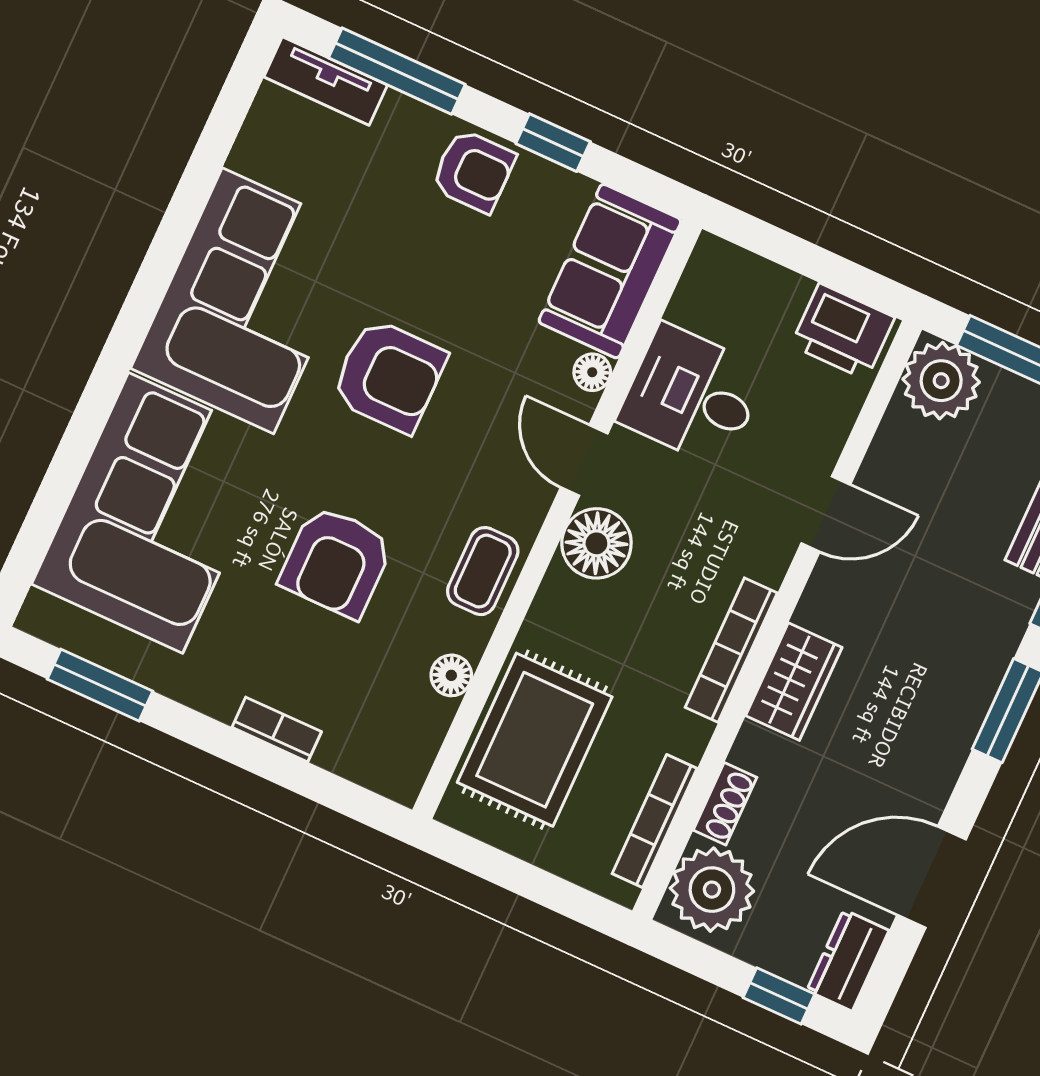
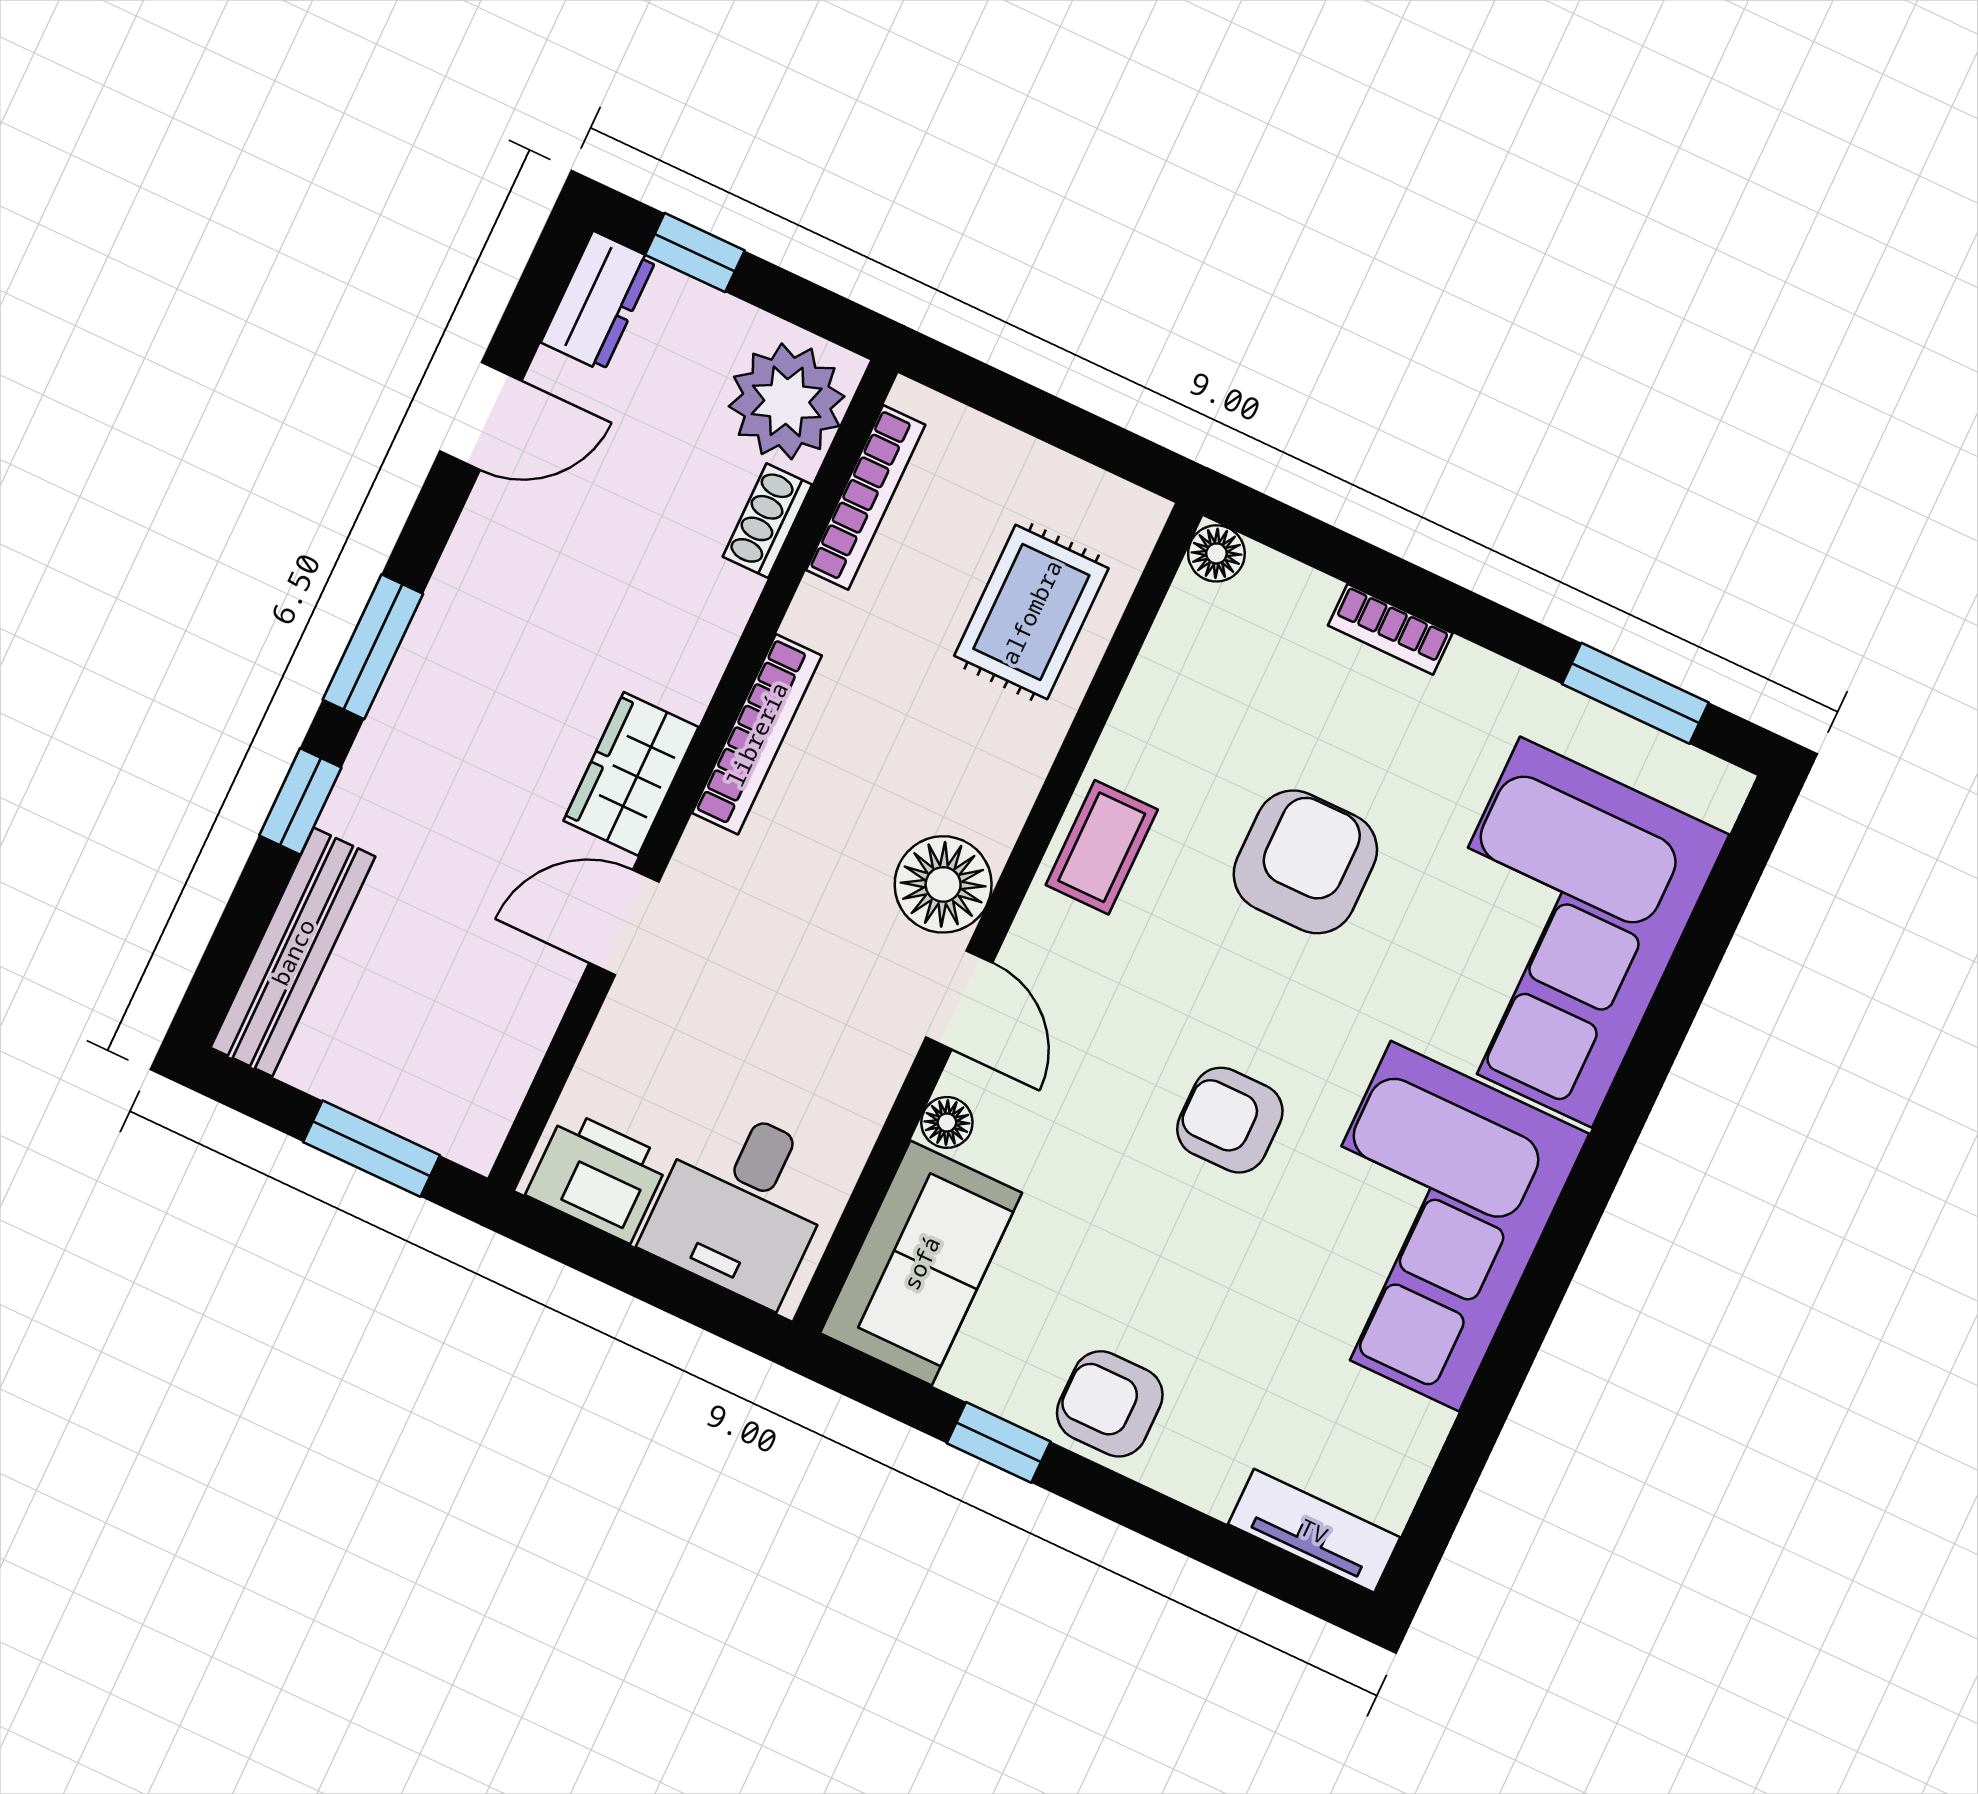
window: (397, 71) -> (1215, 1544), removed
armchair: (389, 376) -> (1230, 1120), width x0.72, depth x0.72
plant: (941, 381) -> (462, 1107), removed
desk: (692, 395) -> (741, 1204), moved, turned 90
floor lamp: (451, 675) -> (1216, 553), moved
wardrobe: (794, 682) -> (631, 774), moved
rug: (535, 740) -> (1031, 612), width x0.73, depth x0.70
door: (932, 877) -> (481, 416), width x0.73

